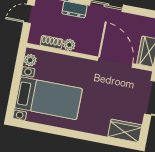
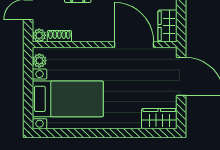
plant: (69, 45) -> (39, 35), moved

